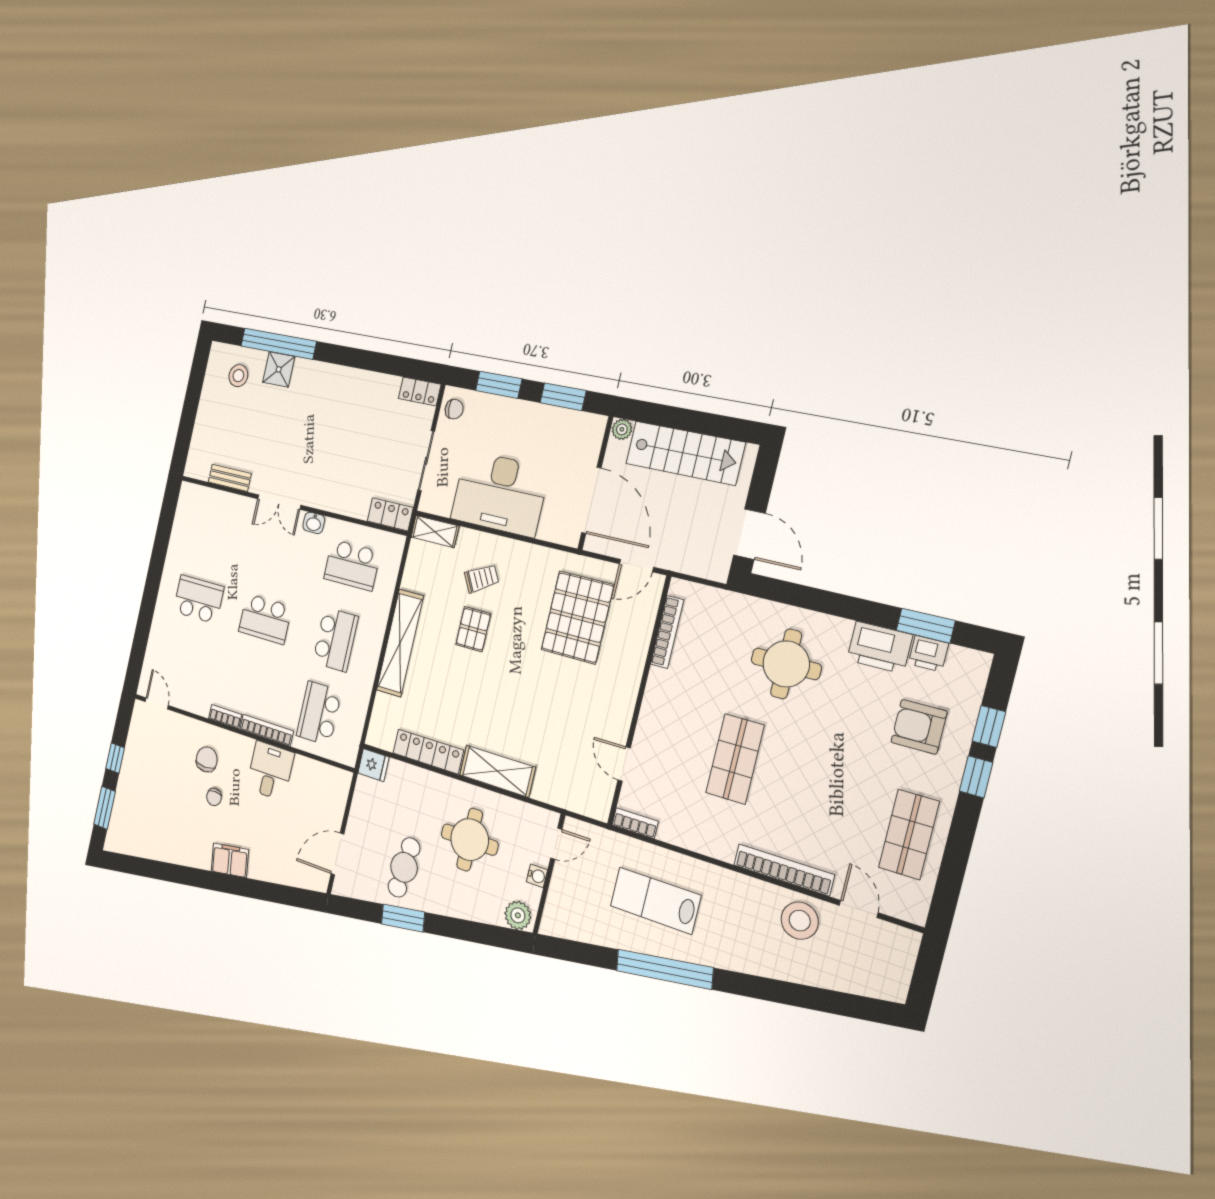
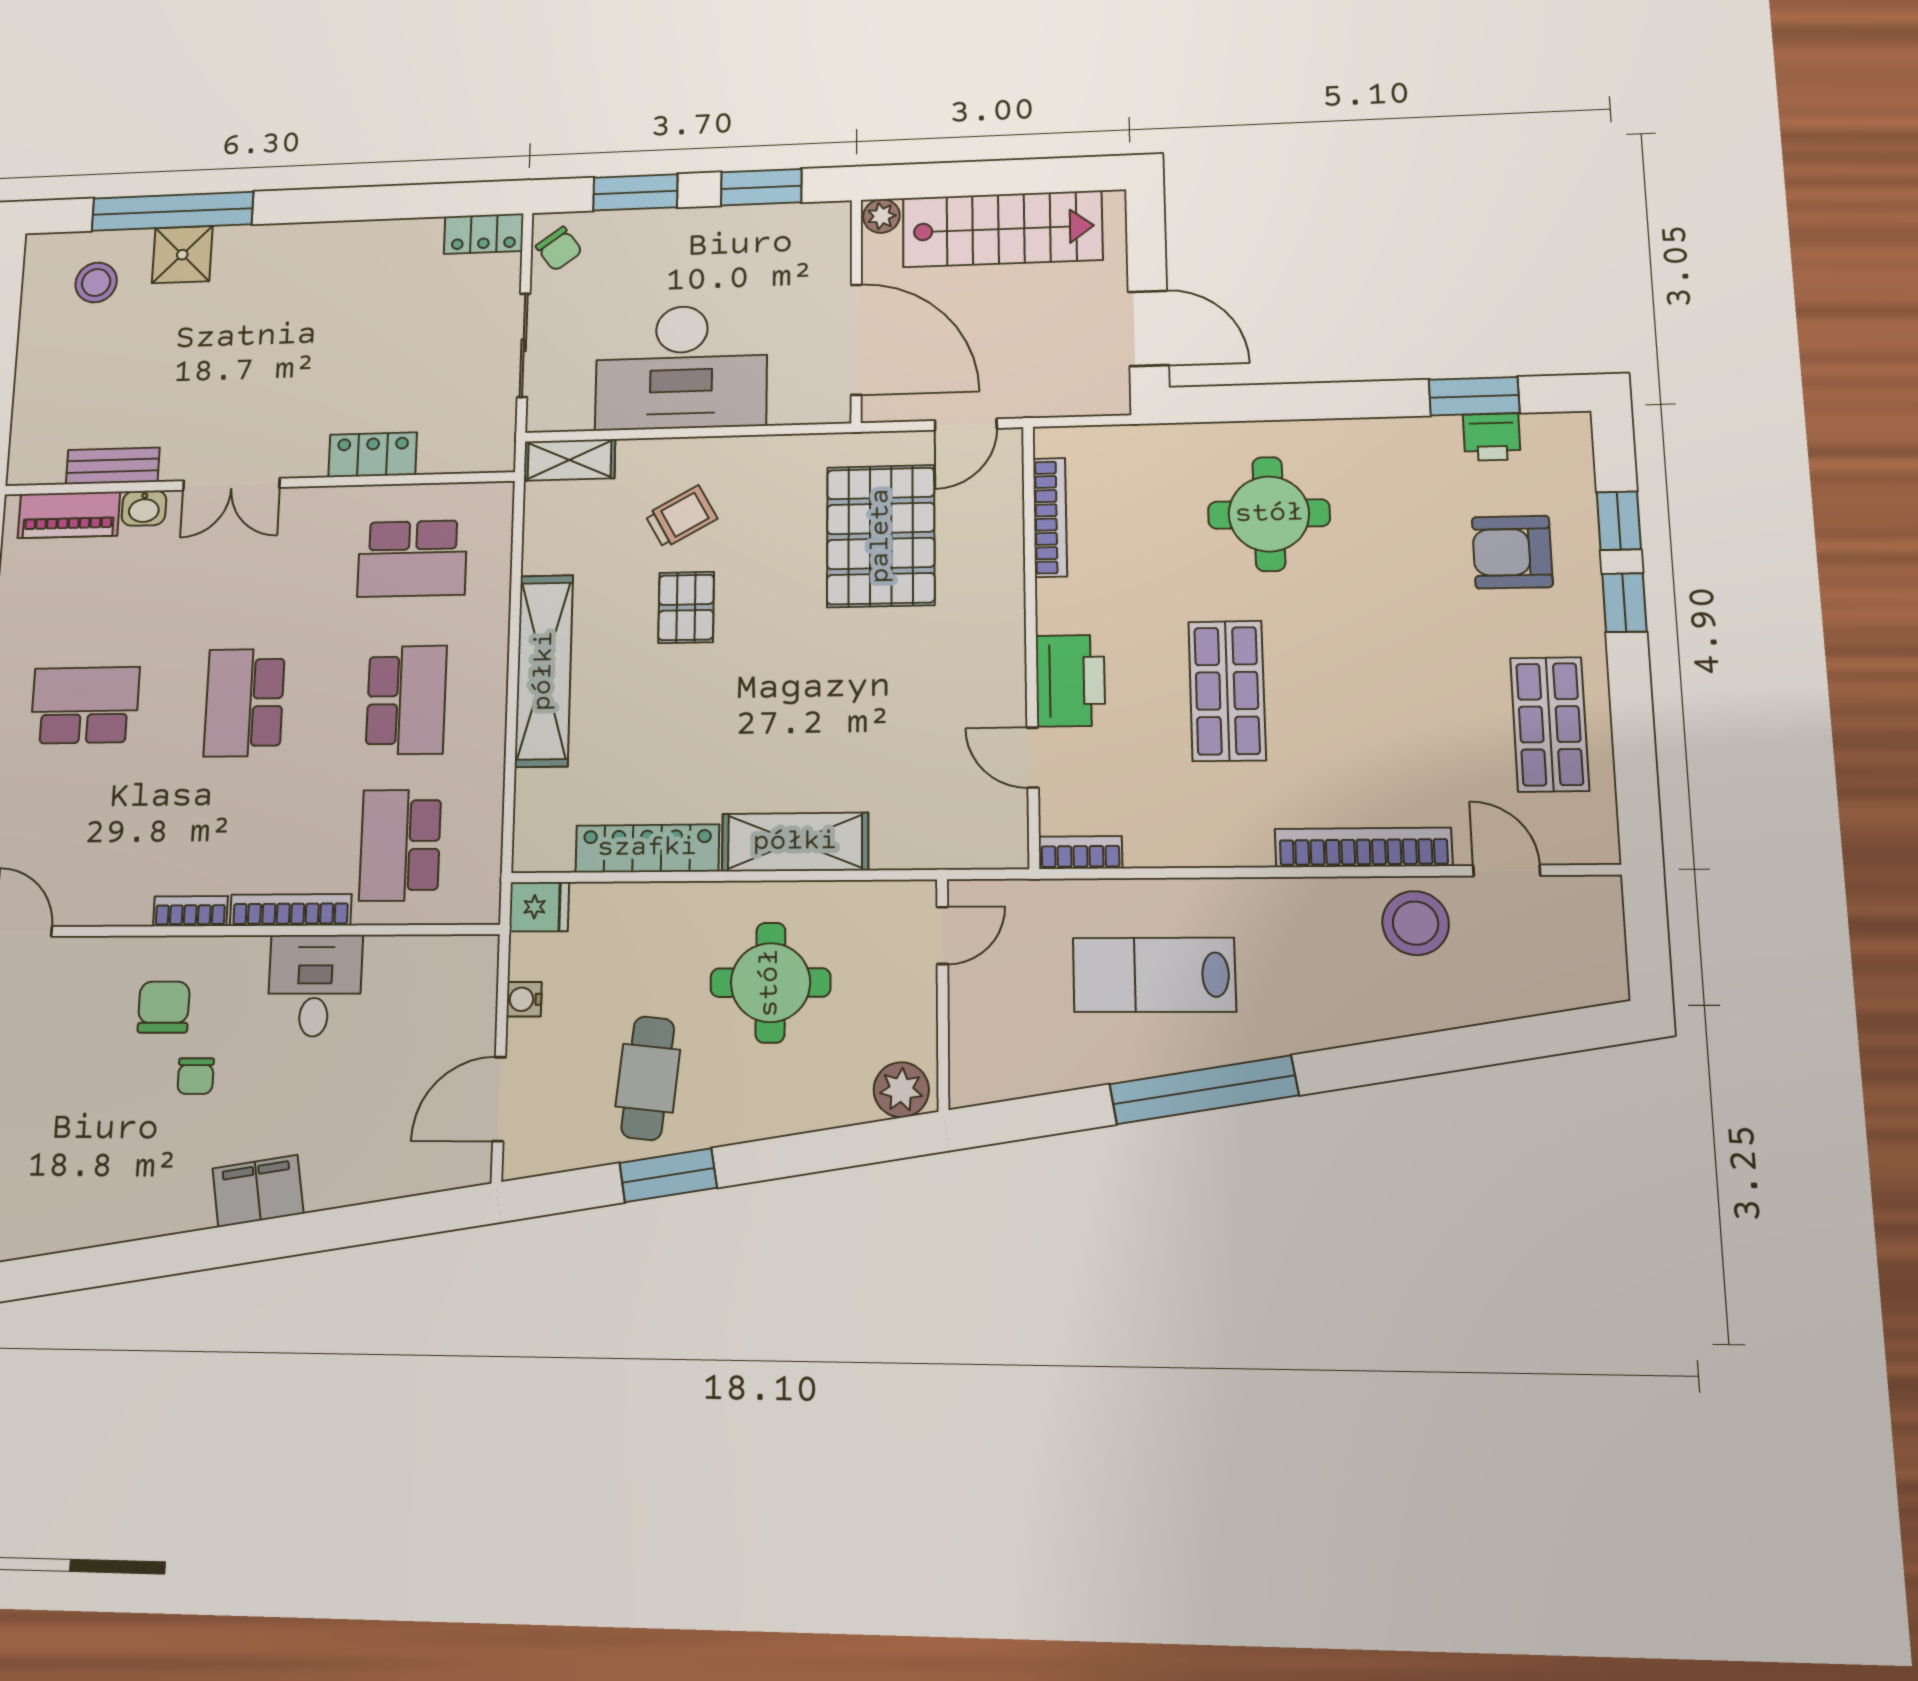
chair: (454, 409) -> (559, 249), turned 59
piano: (207, 499) -> (69, 515), added
locker: (390, 514) -> (373, 455), moved
washbasin: (314, 523) -> (144, 508), moved
school desk: (265, 619) -> (244, 703), turned 90
printer: (880, 647) -> (1070, 681), moved, turned -90
water cooler: (537, 876) -> (524, 999), moved, turned 180

